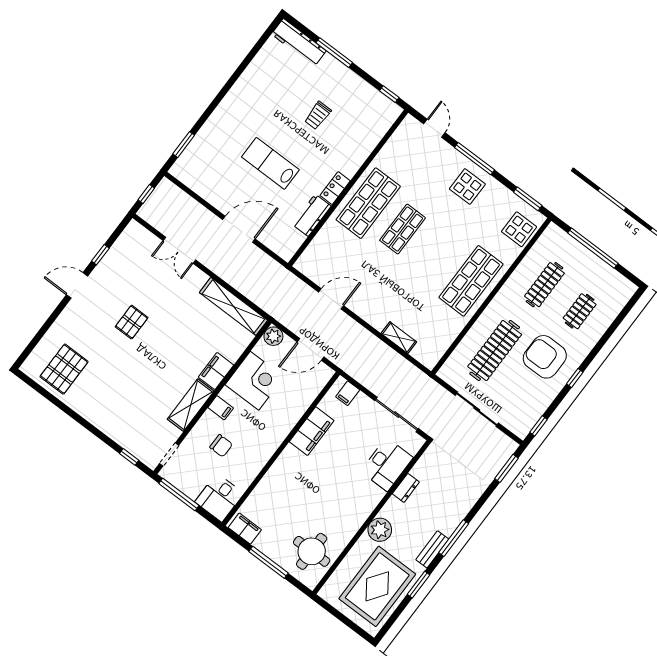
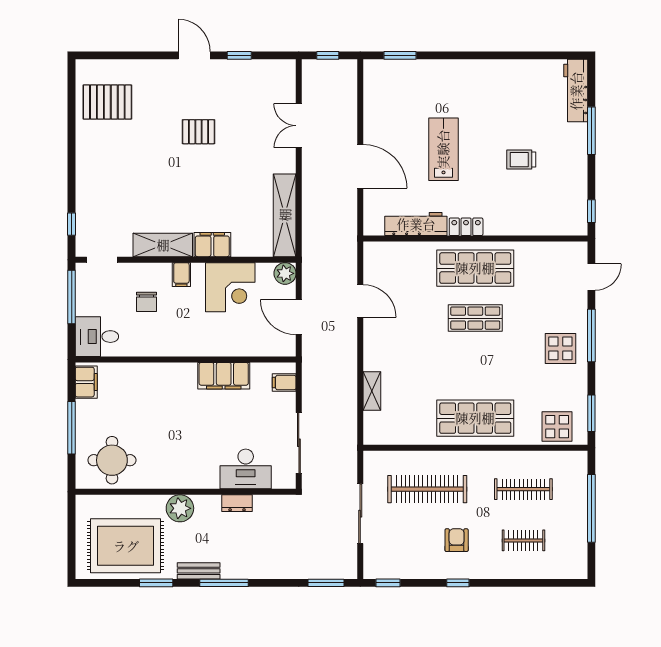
workbench: (312, 215) -> (416, 224), width x1.37
armchair: (545, 357) -> (457, 540), width x0.53, depth x0.53

